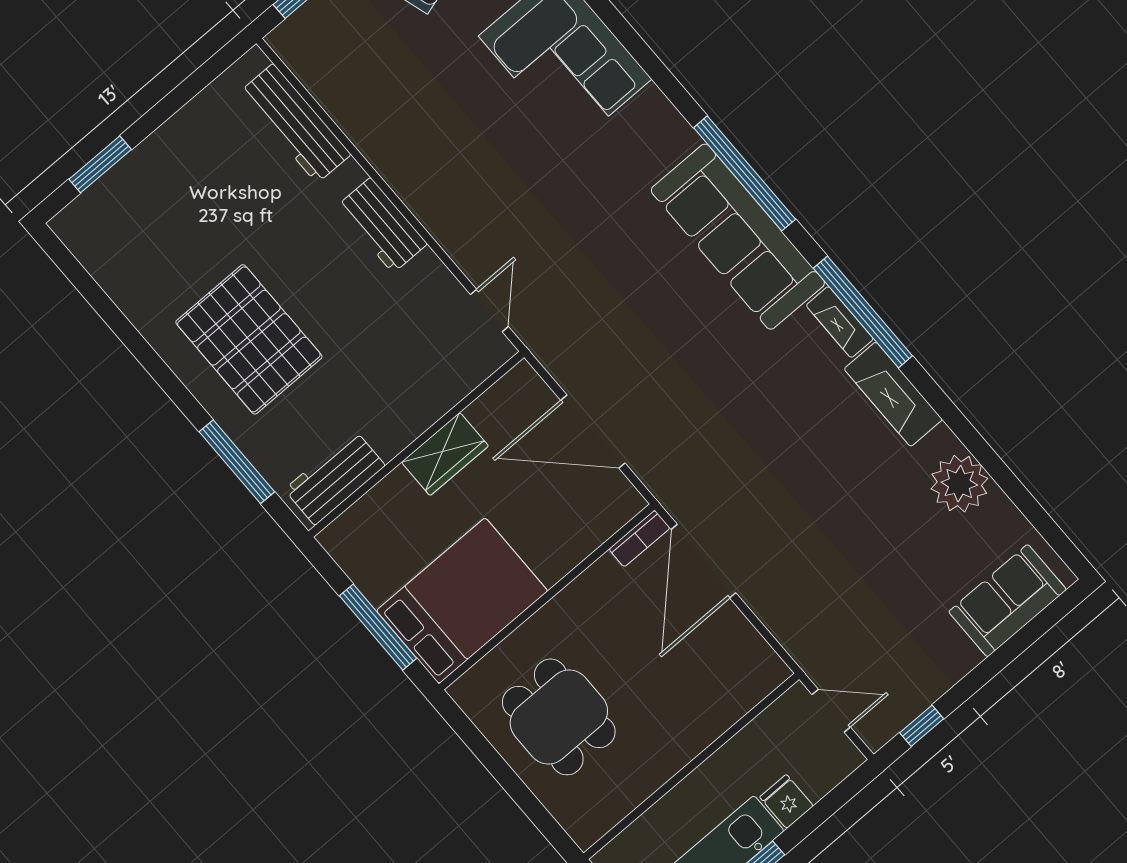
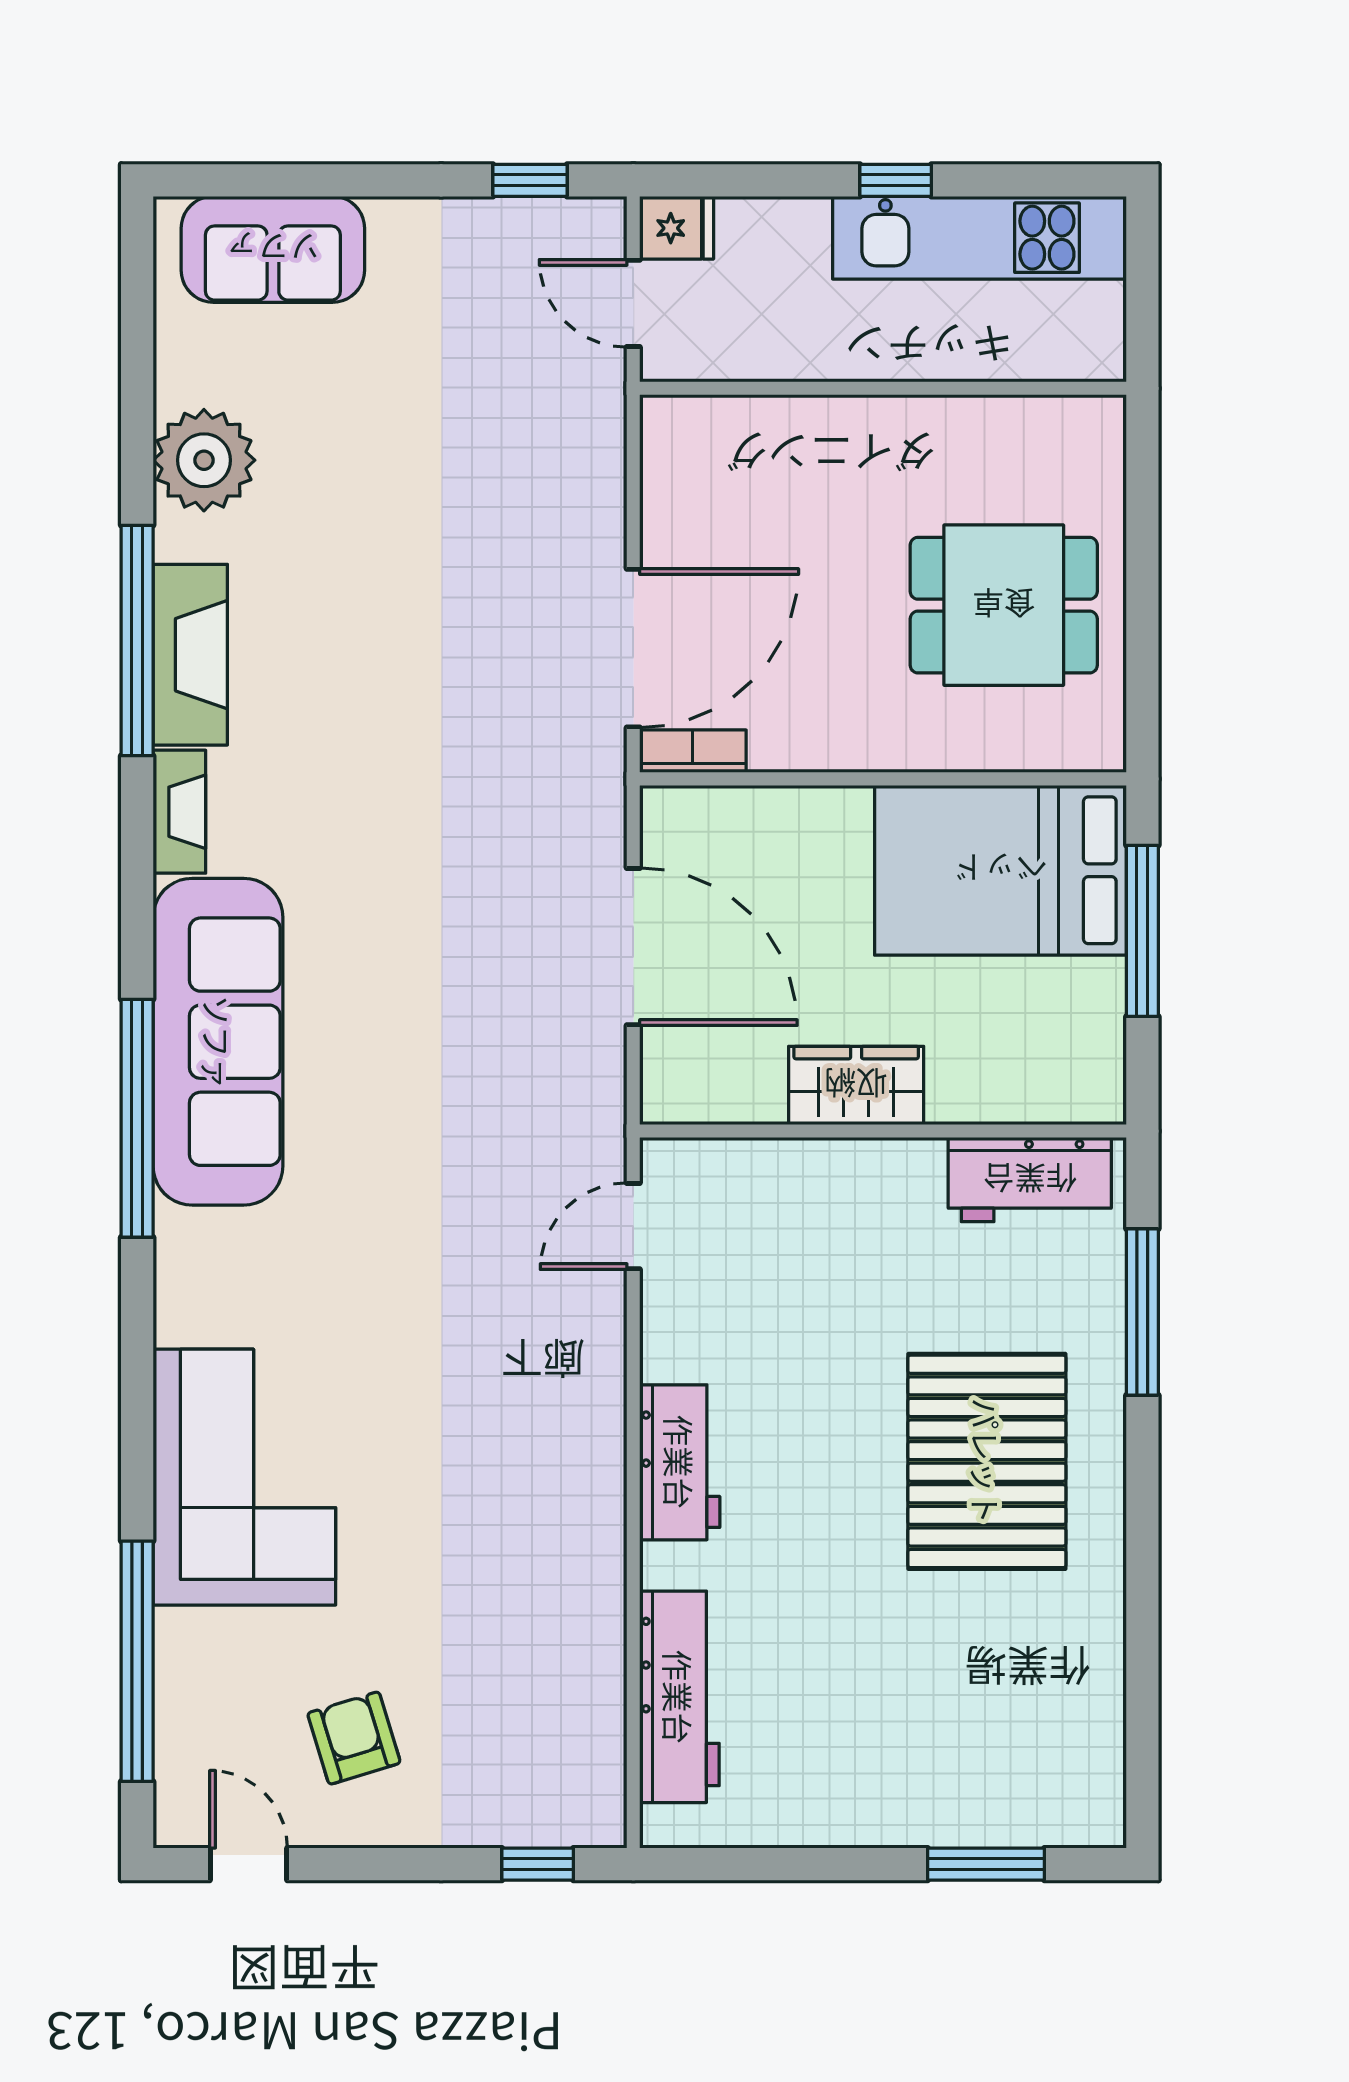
window: (863, 312) -> (137, 640), moved
dining table: (559, 717) -> (1004, 605), turned 90
fridge: (786, 802) -> (677, 228), moved, turned -90

